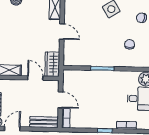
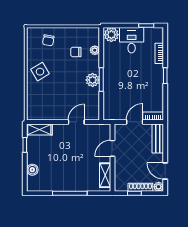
door: (62, 32) -> (76, 122), moved
plant: (102, 60) -> (93, 80), added
plant: (131, 63) -> (95, 50), added
wardrobe: (52, 64) -> (98, 131), removed

